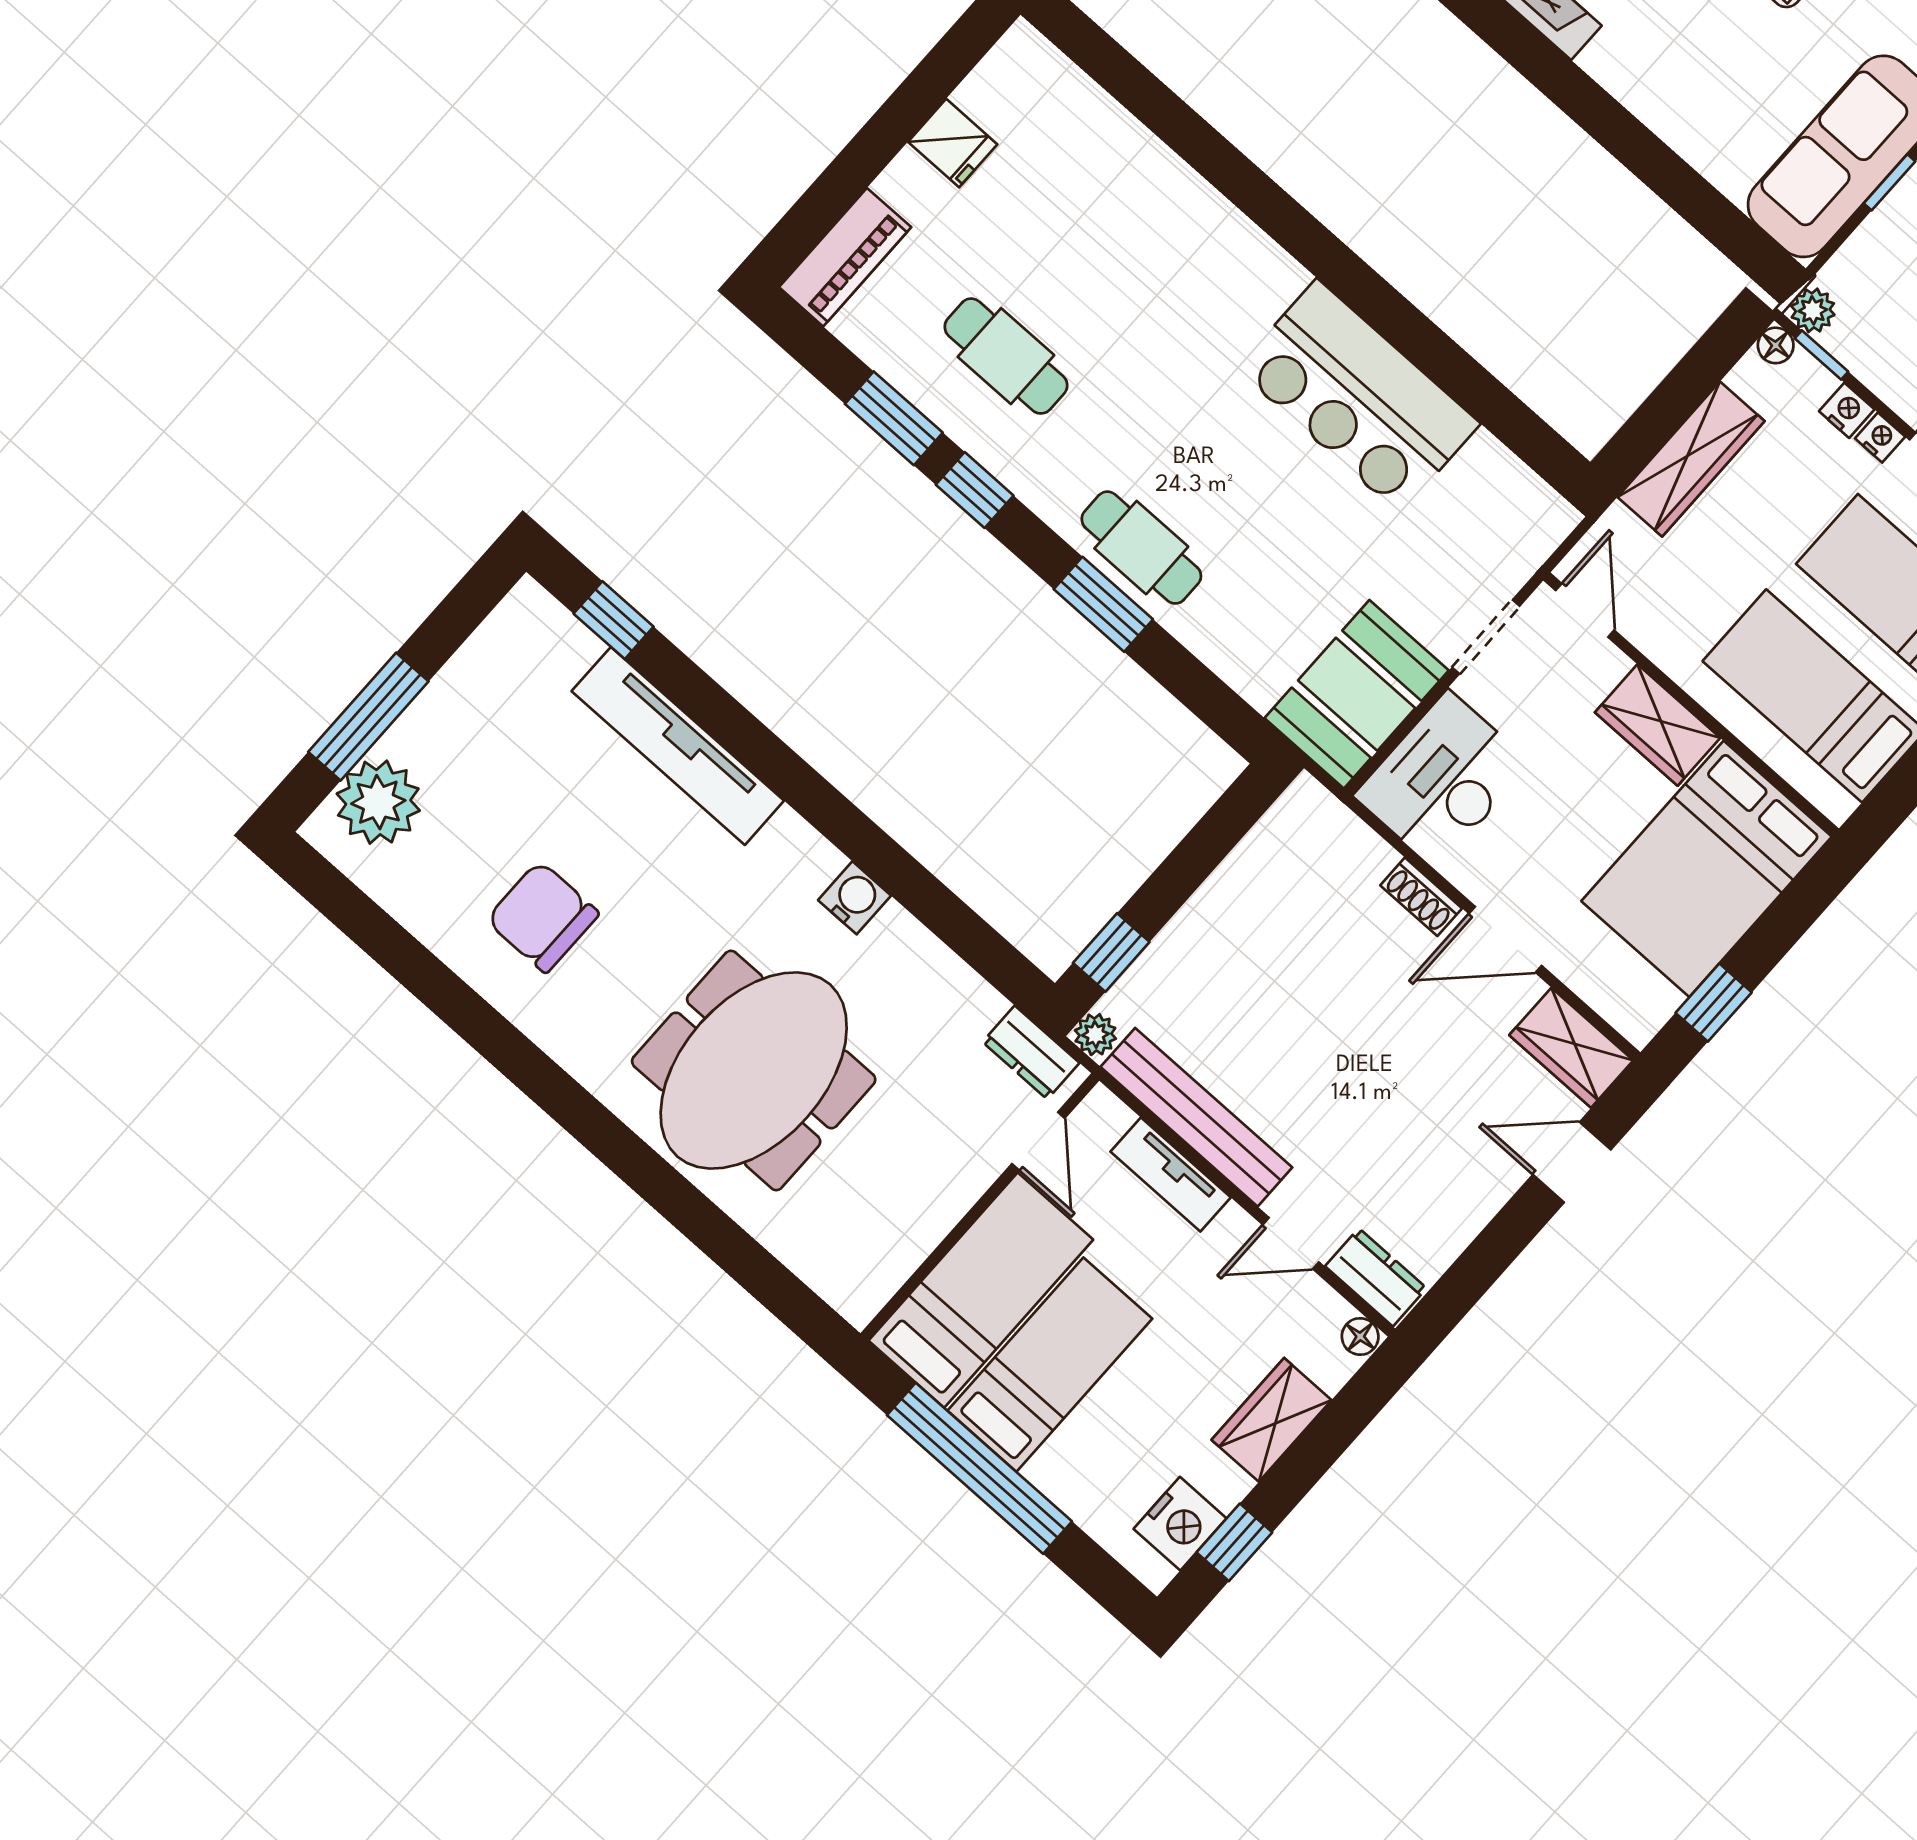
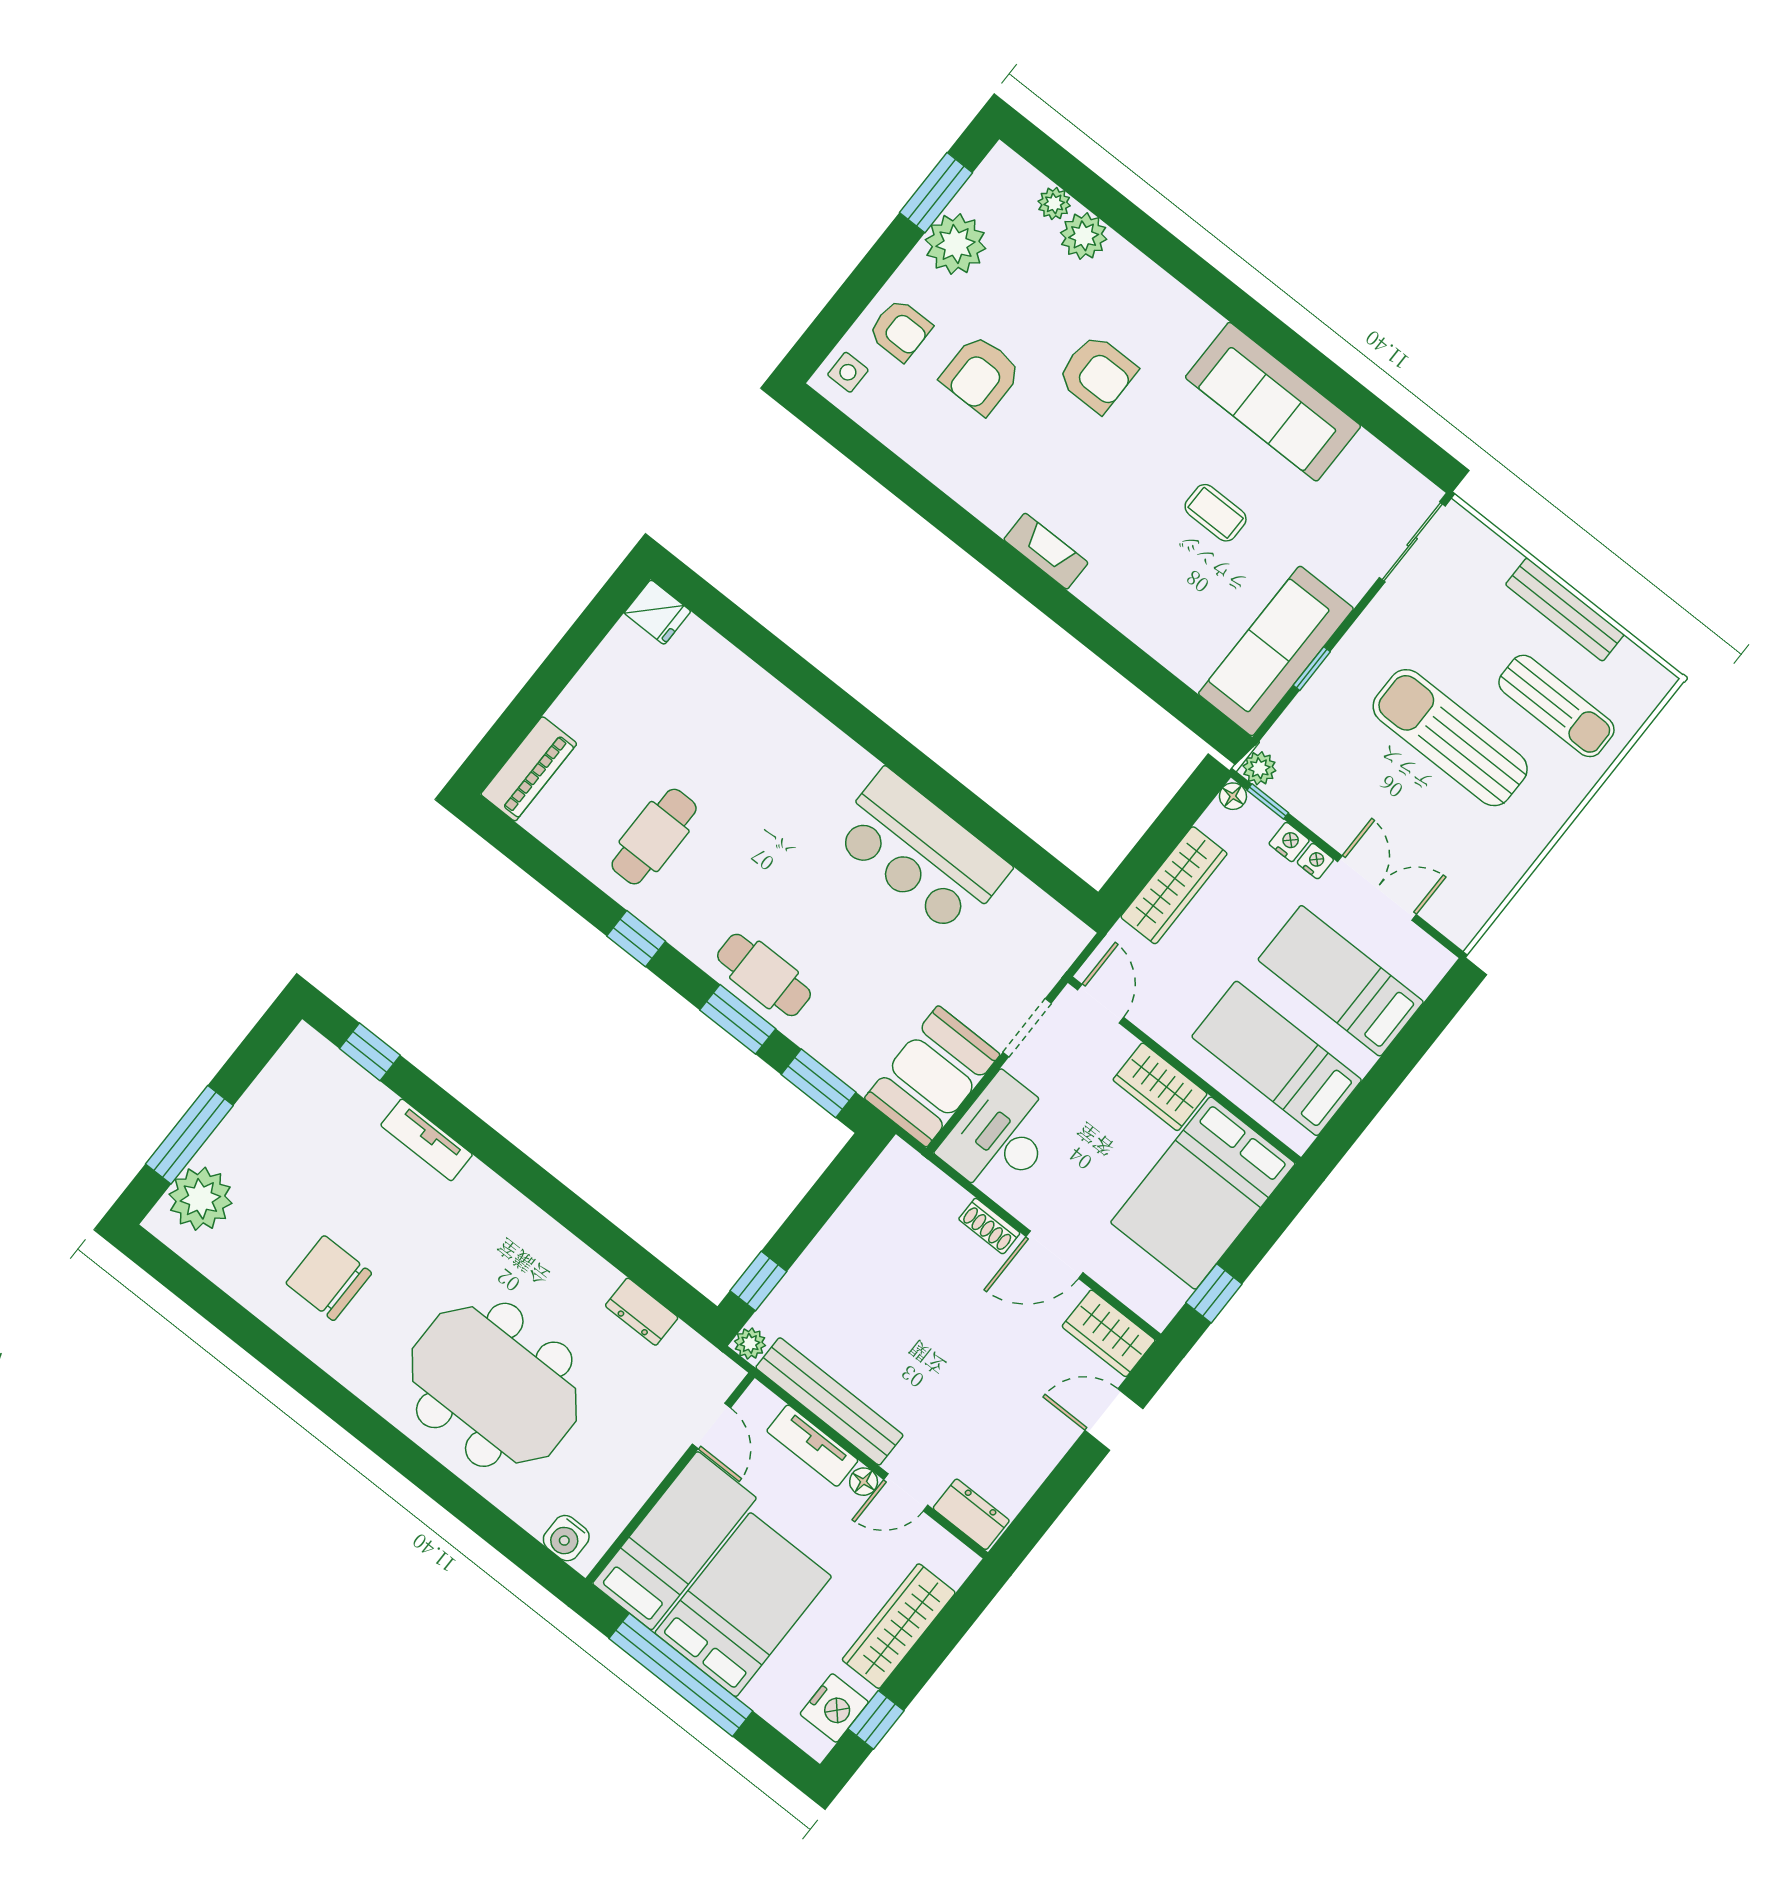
fridge: (953, 143) -> (657, 612), moved
cafe table: (1006, 356) -> (654, 837), turned 90
window: (894, 418) -> (819, 1083), moved
tv unit: (678, 746) -> (427, 1140), width x0.52, depth x0.78
water cooler: (855, 898) -> (566, 1538), moved, turned 180
dresser: (1031, 1052) -> (642, 1312), moved
meeting table: (754, 1070) -> (494, 1385), turned 90
floor lamp: (1360, 1337) -> (864, 1482), moved
bed: (1050, 1365) -> (743, 1605), width x1.50
wardrobe: (1272, 1420) -> (899, 1626), width x1.50

